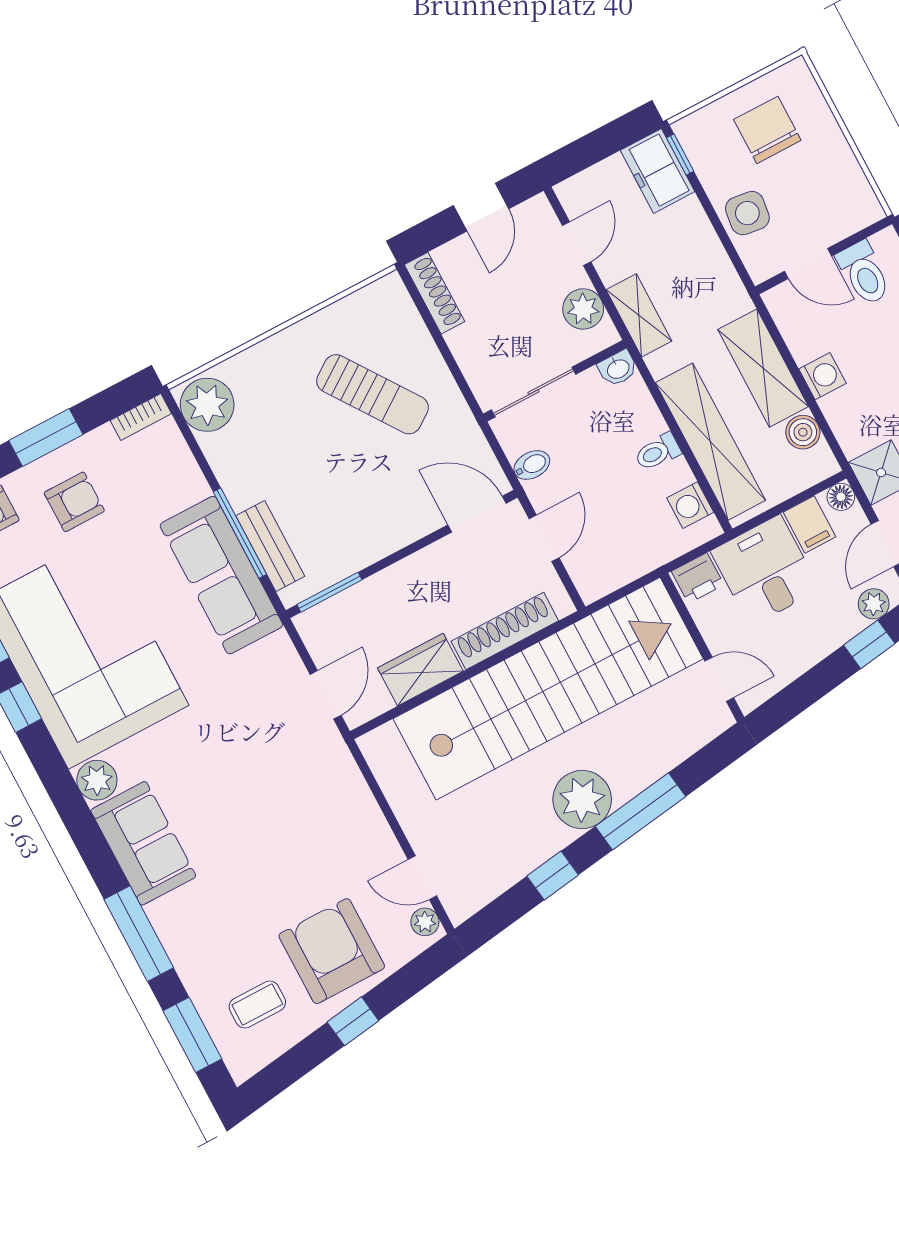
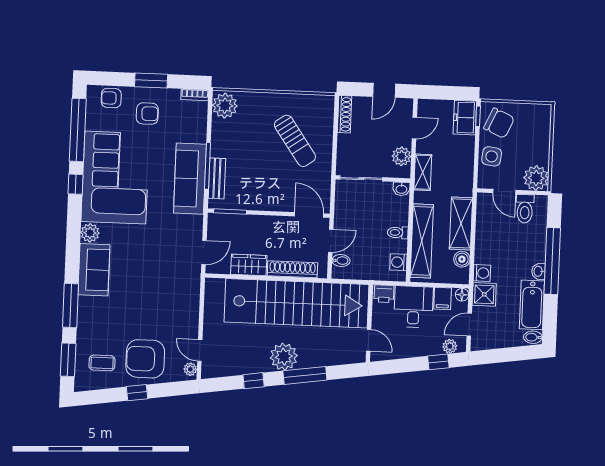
chair: (767, 130) -> (499, 123), moved, turned 114
plant: (852, 205) -> (536, 178), added
washing machine: (822, 376) -> (482, 273), moved
bidet: (532, 465) -> (341, 261), moved
armchair: (332, 951) -> (145, 359), turned -90

